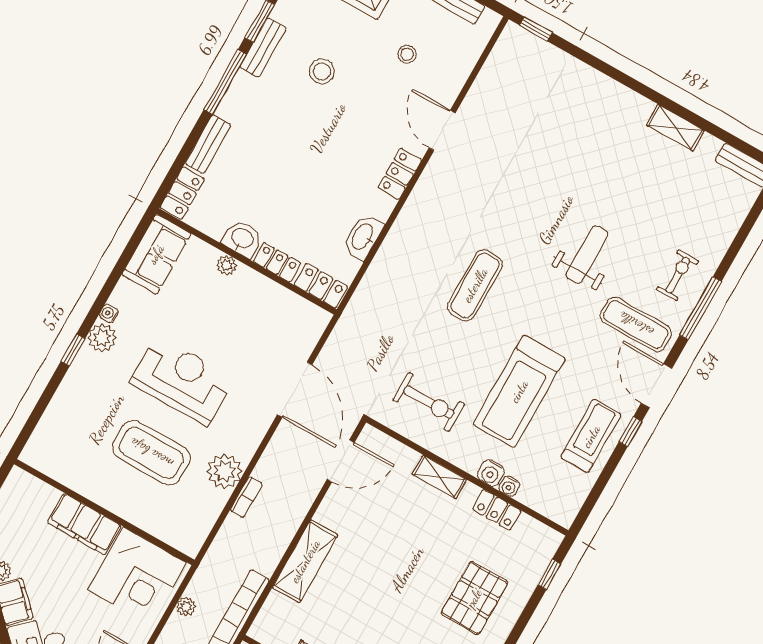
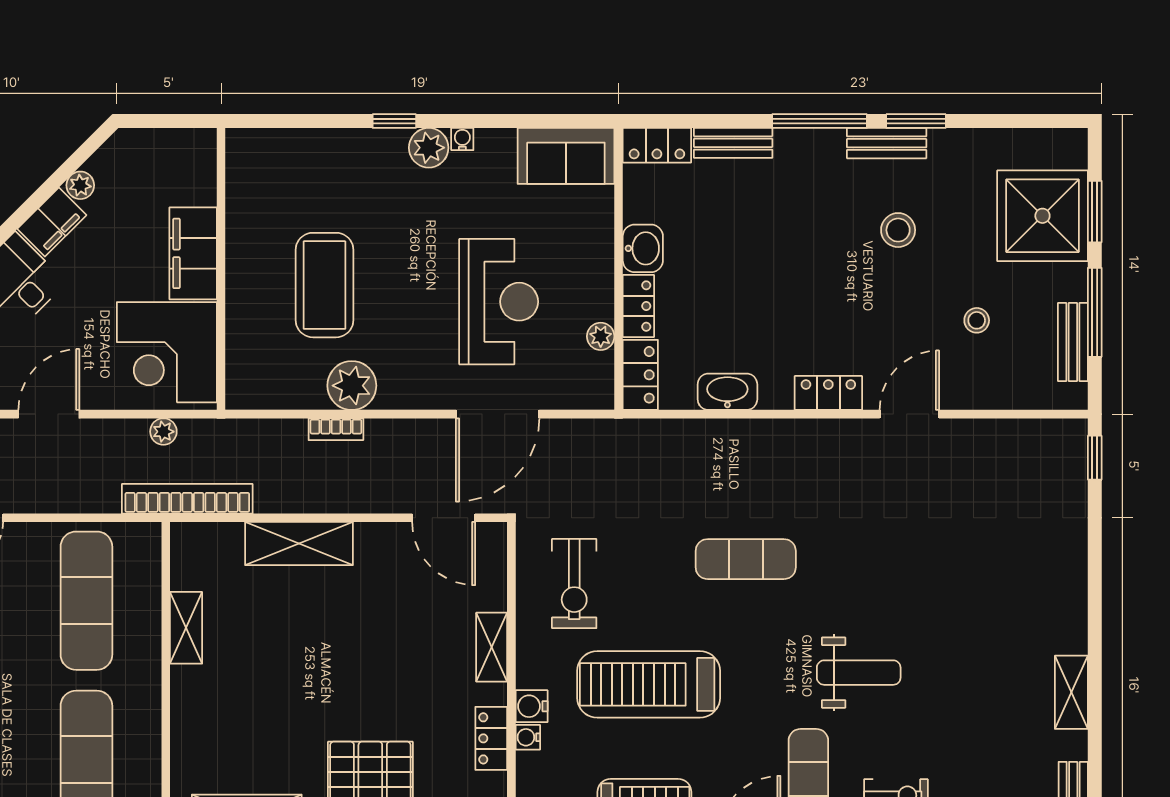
plant: (227, 265) -> (601, 336), moved
reception desk: (182, 380) -> (499, 302), moved

